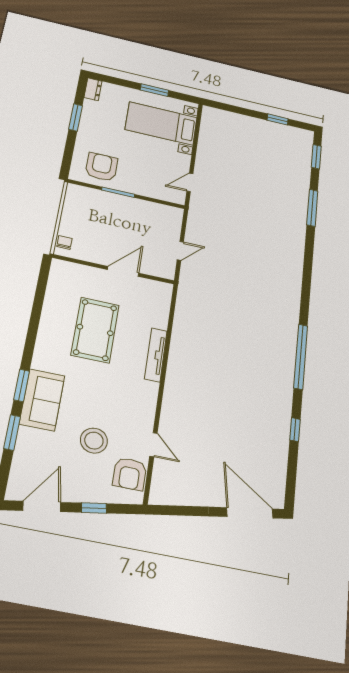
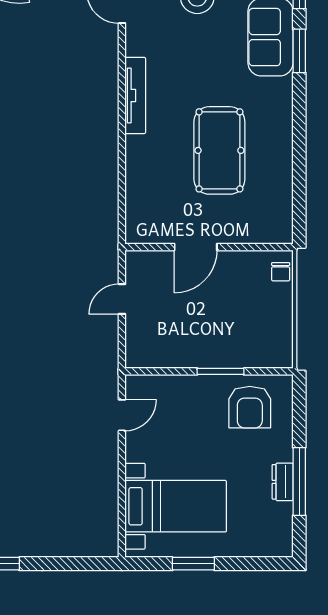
dresser: (93, 89) -> (283, 482), moved
window: (76, 118) -> (299, 481), width x1.44
tv unit: (156, 355) -> (135, 95), moved

